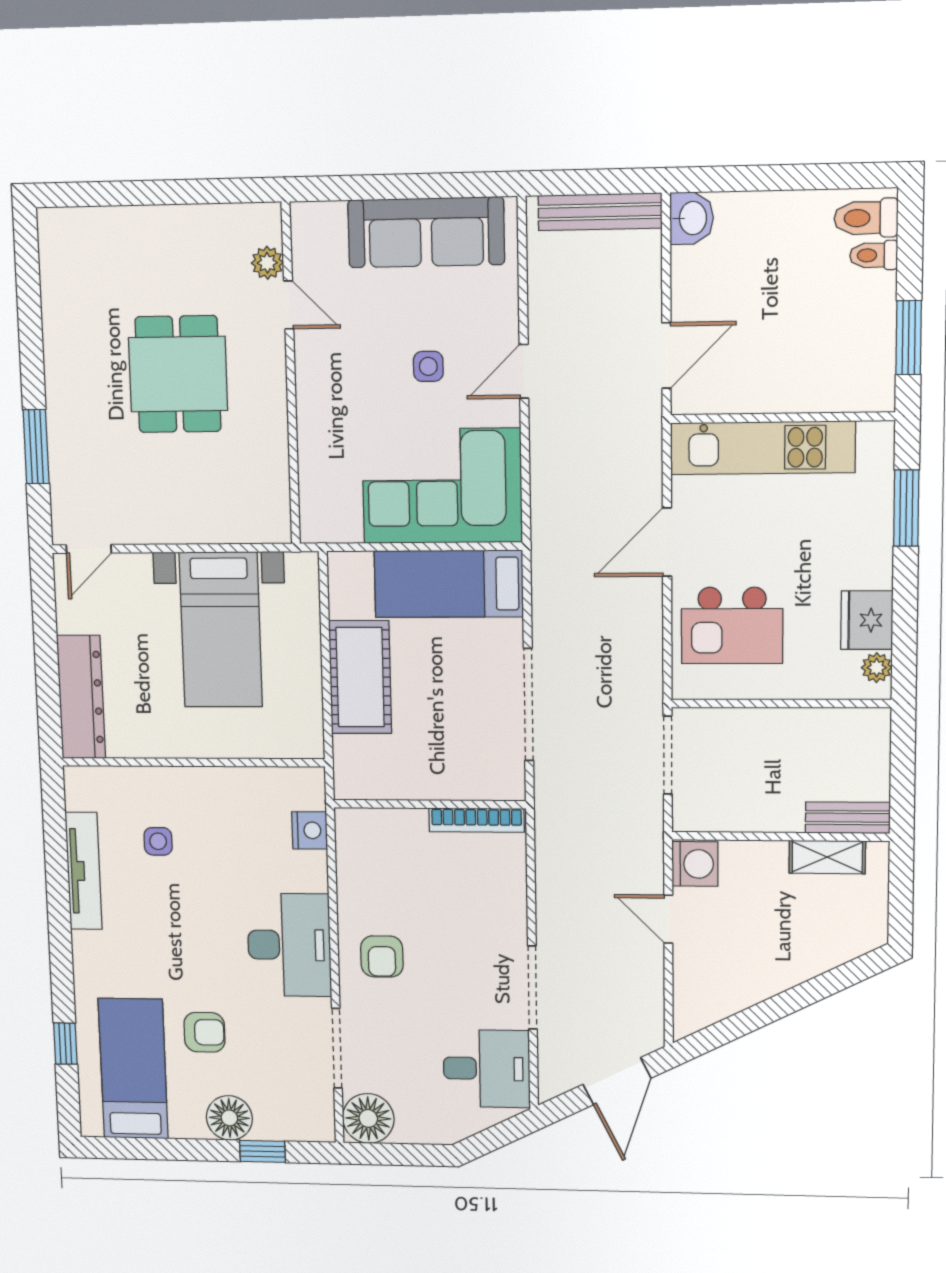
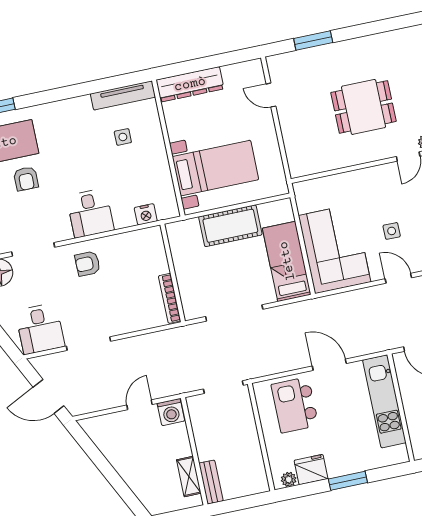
window: (906, 508) -> (348, 481), moved
door: (89, 549) -> (271, 95), moved
bed with nightstands: (221, 630) -> (215, 168), moved, turned 180
tv unit: (84, 871) -> (123, 95), moved
desk: (289, 945) -> (90, 213), width x0.73

